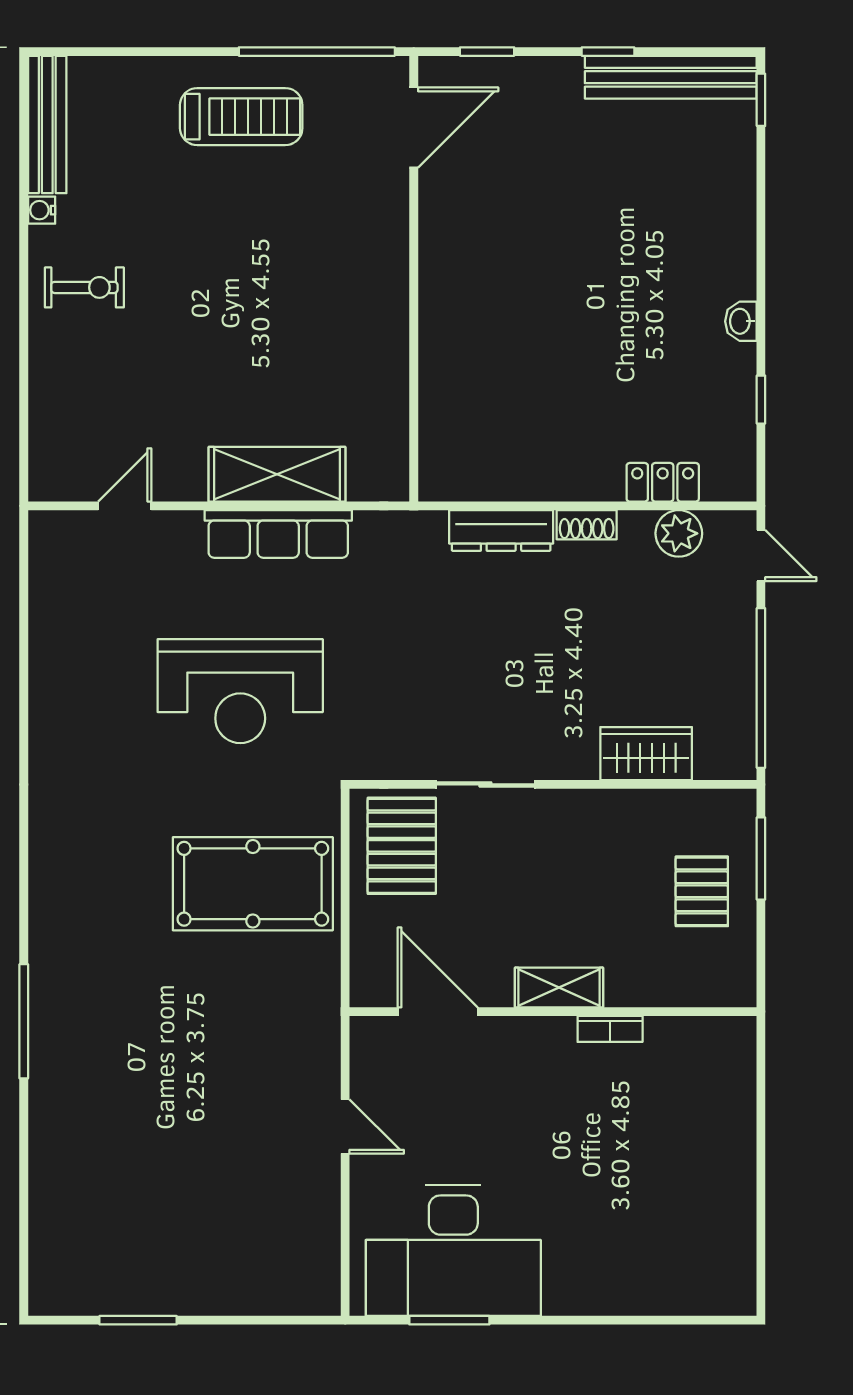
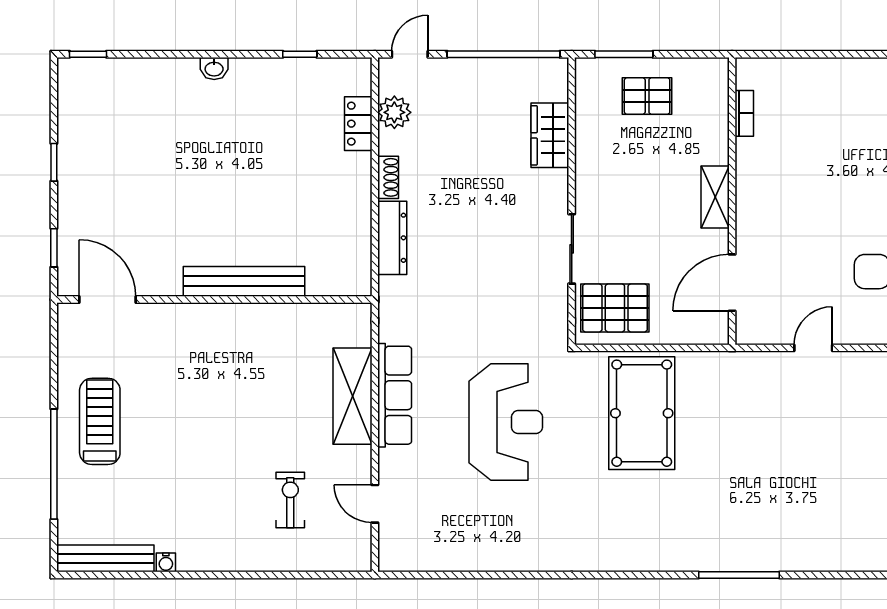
window: (317, 52) -> (54, 464), moved
bench: (671, 77) -> (244, 281), moved, turned 90
exercise bike: (84, 287) -> (290, 500), moved
washbasin: (741, 321) -> (214, 68), moved
bookcase: (610, 1029) -> (744, 113), moved

